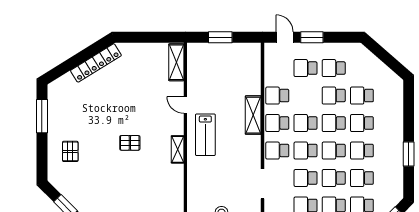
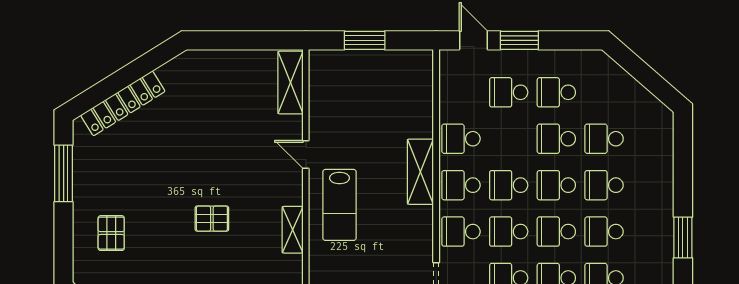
locker: (96, 63) -> (123, 103), moved

